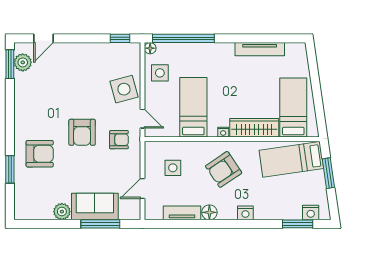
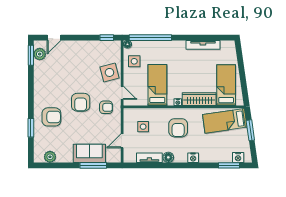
armchair: (224, 169) -> (178, 128), turned -56
plant: (62, 212) -> (50, 157), moved

